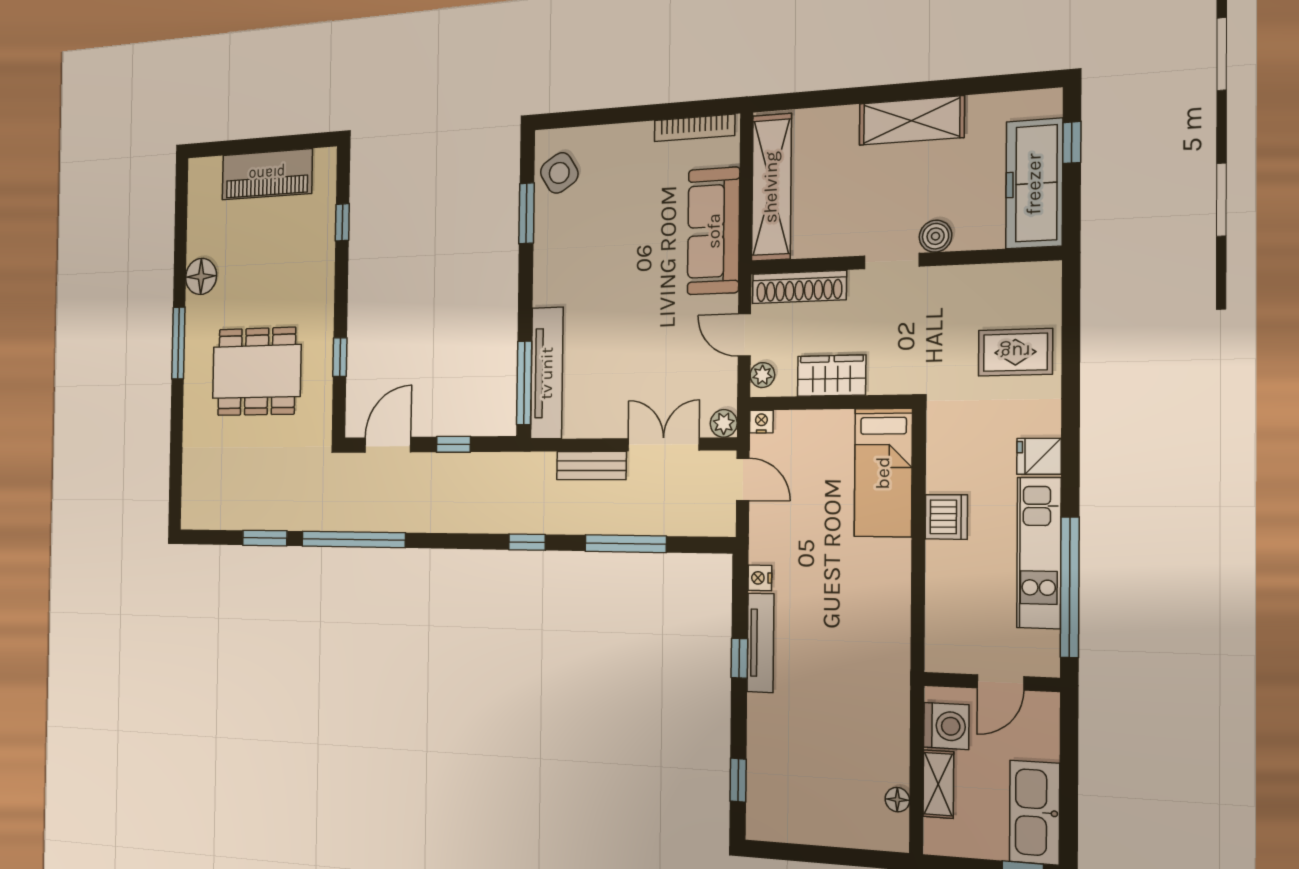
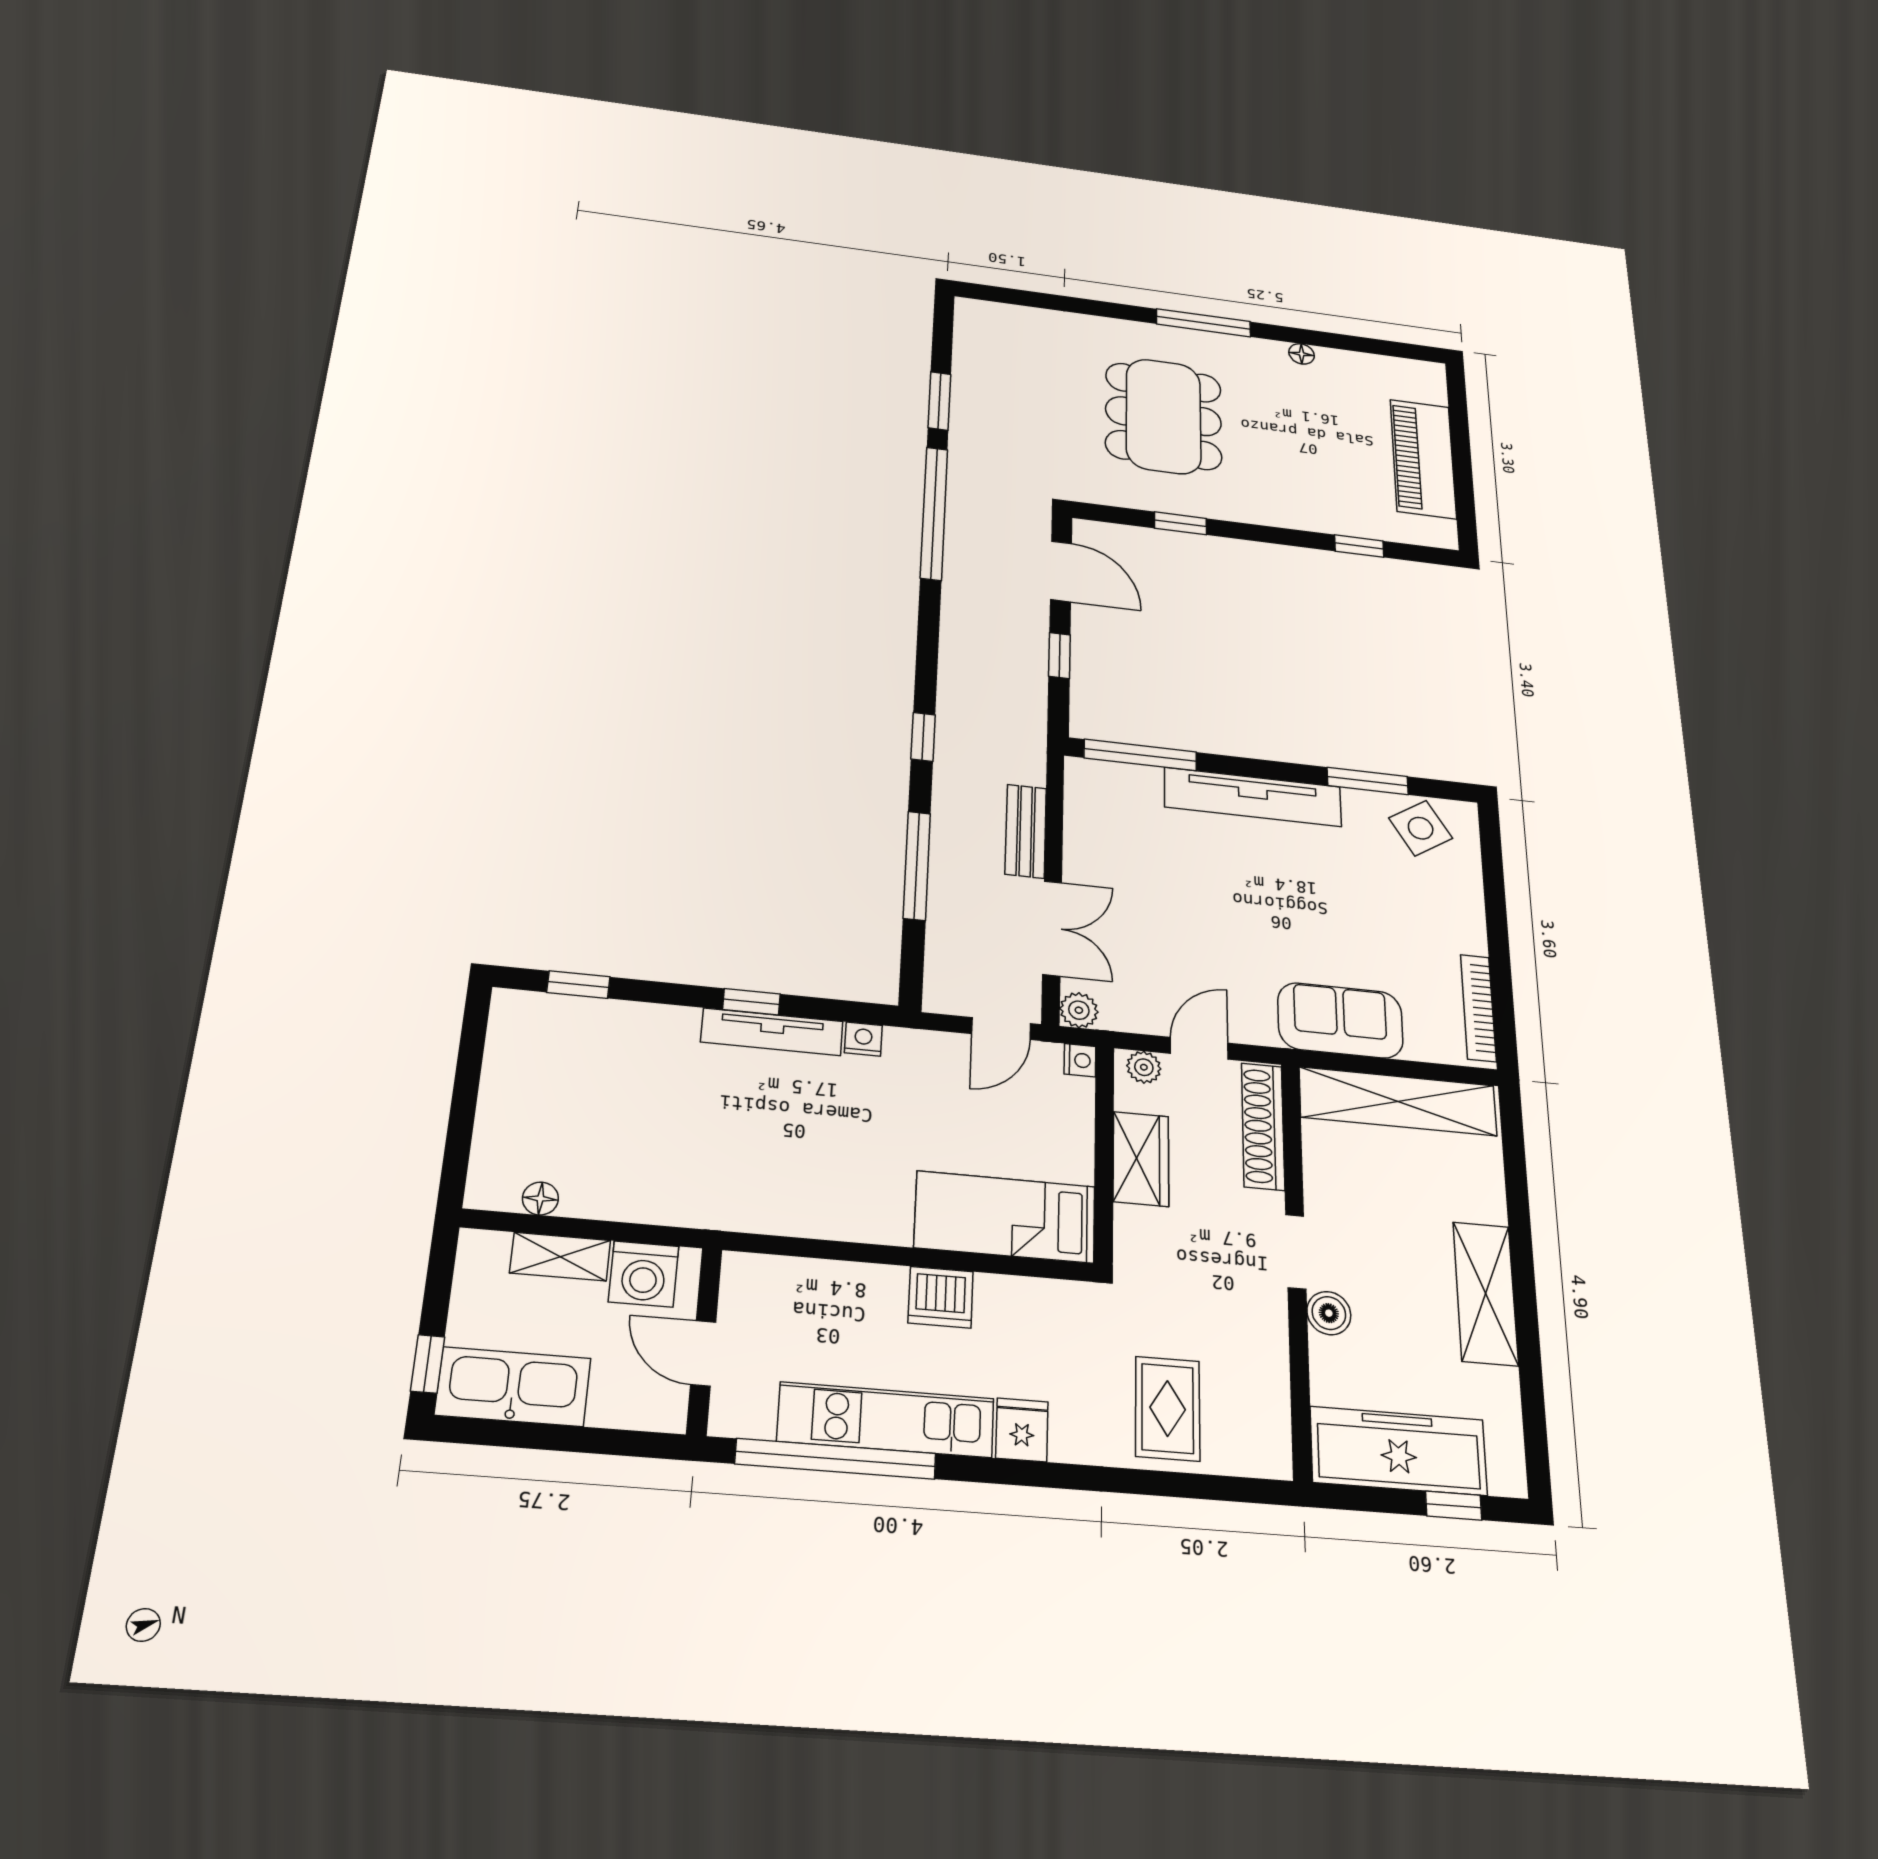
sofa: (714, 231) -> (1340, 1020), width x0.73
floor lamp: (201, 276) -> (1302, 354), width x0.53, depth x0.53
tv unit: (547, 373) -> (1253, 797), moved

